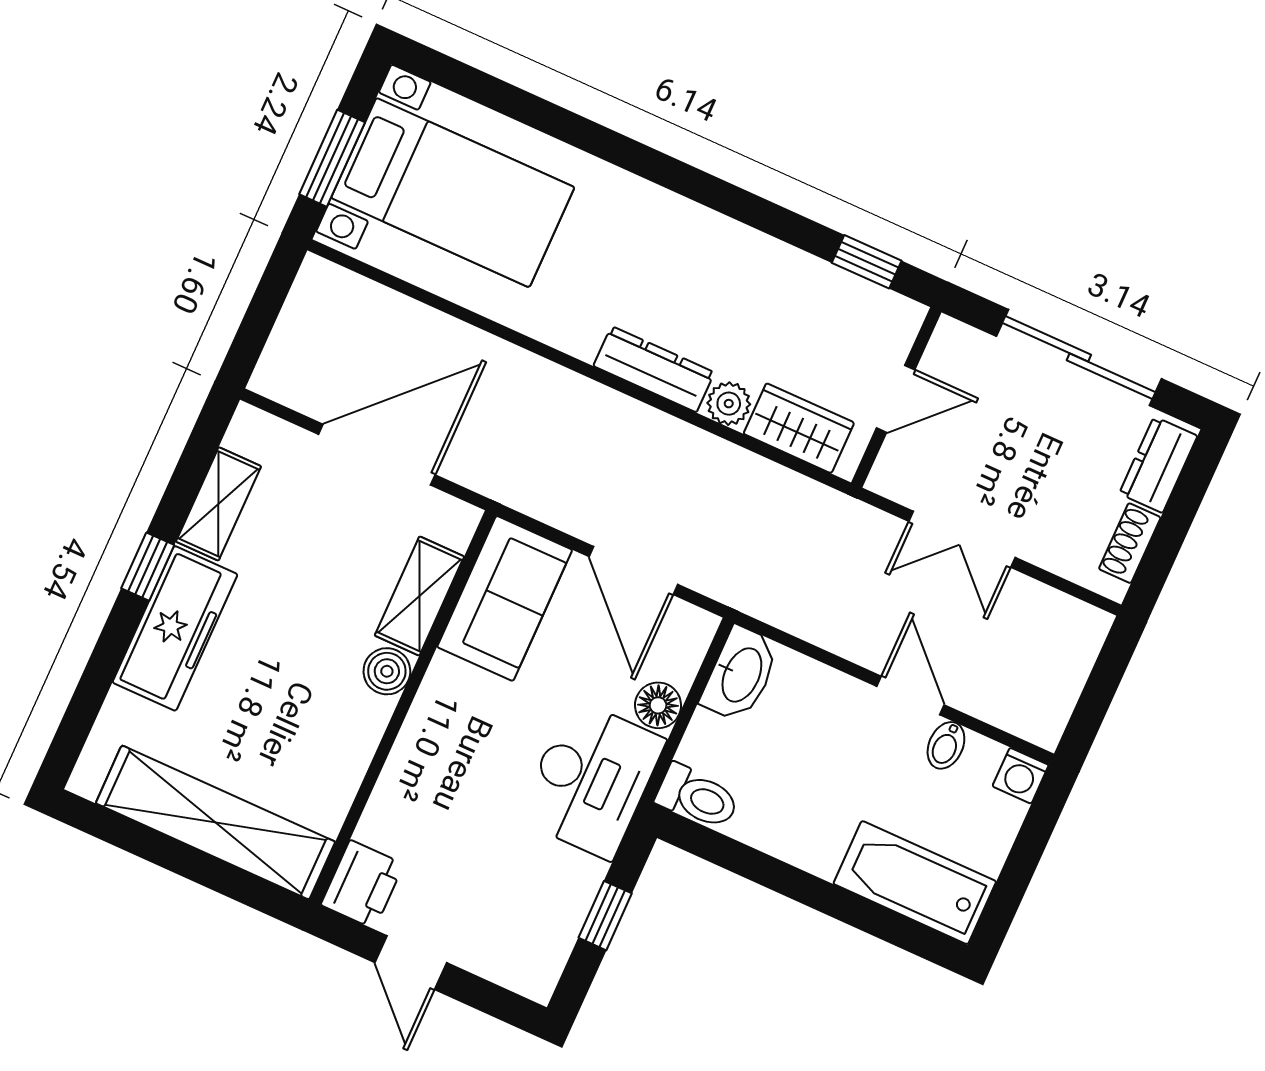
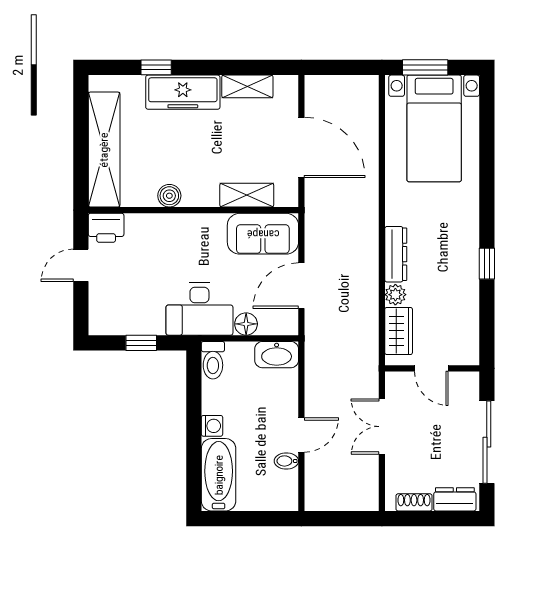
window: (867, 262) -> (487, 264), moved
window: (148, 567) -> (156, 67), moved
boiler: (387, 671) -> (169, 196), moved
washing machine: (1021, 776) -> (212, 426), moved, turned 180

